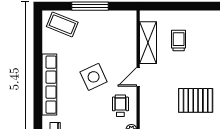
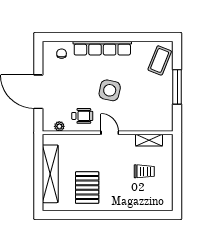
shelving: (148, 43) -> (149, 140), width x0.67, depth x0.75
side table: (94, 77) -> (110, 90), turned 37

